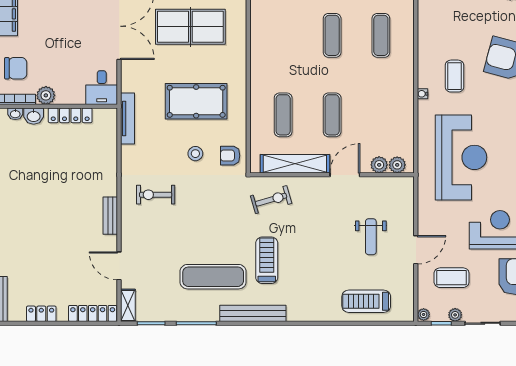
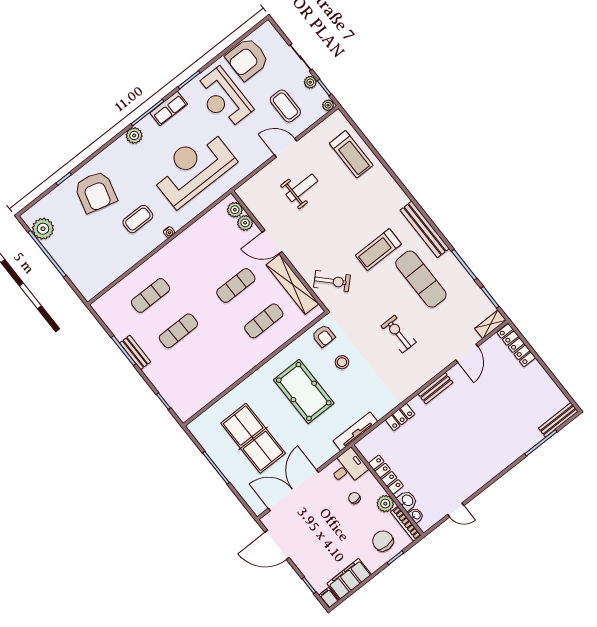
chair: (71, 73) -> (354, 498), added
exercise bike: (156, 195) -> (399, 334), moved, turned 180
exercise bike: (271, 200) -> (332, 281), turned 152
locker: (41, 314) -> (400, 417), moved, turned -90

